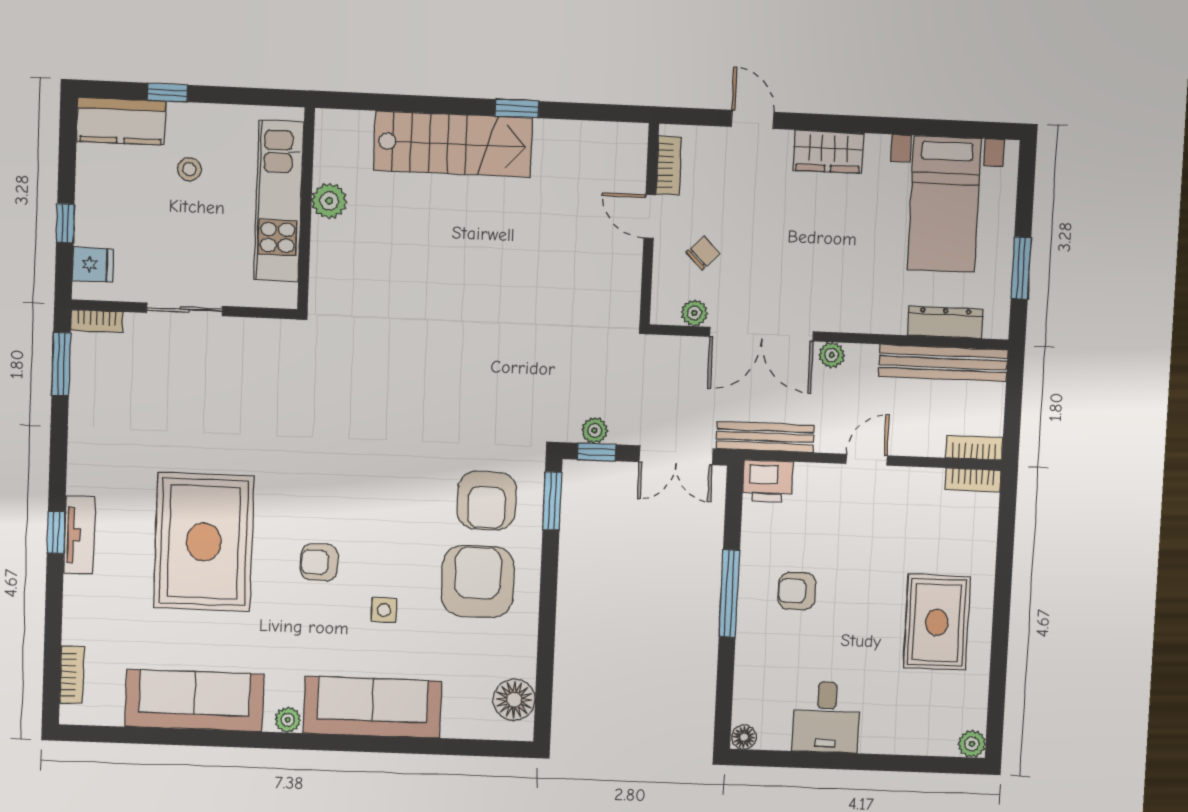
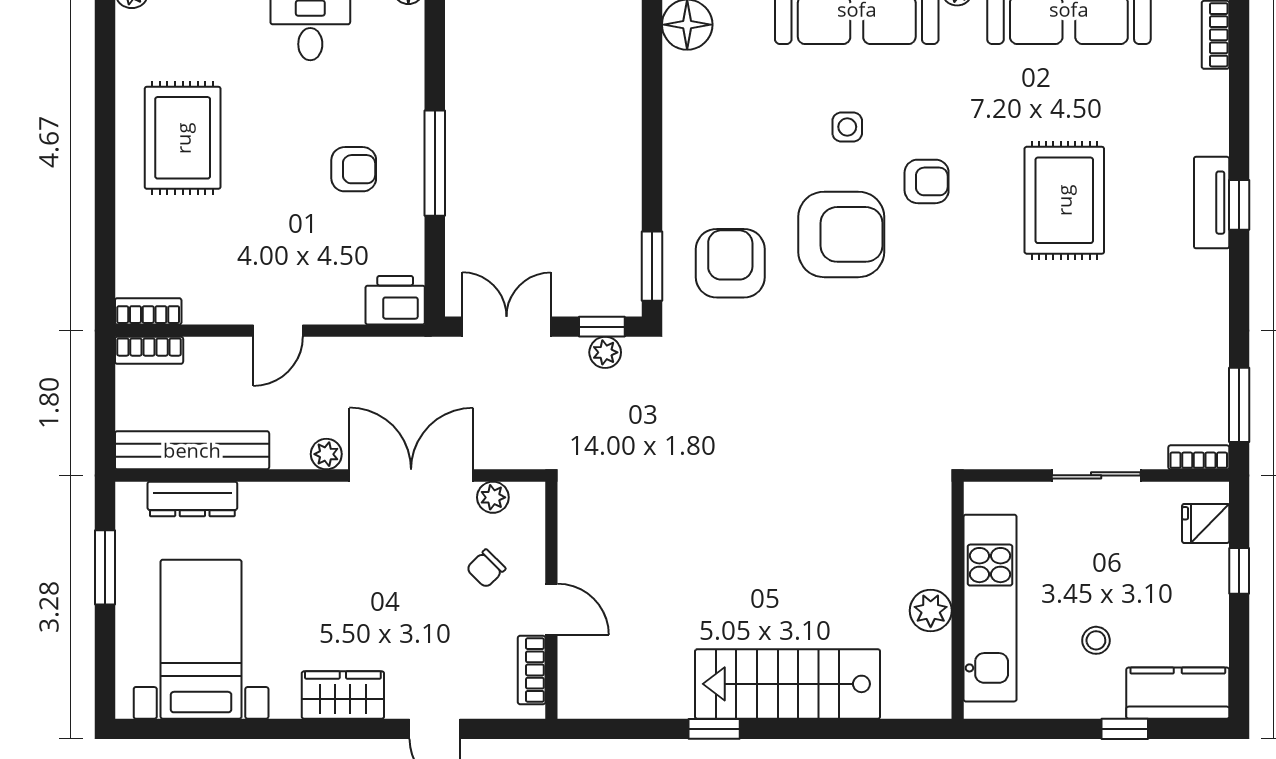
bench: (765, 437) -> (401, 353), removed
rug: (204, 542) -> (1064, 200), width x0.73, depth x0.69
armchair: (478, 581) -> (841, 234), moved, turned -90

